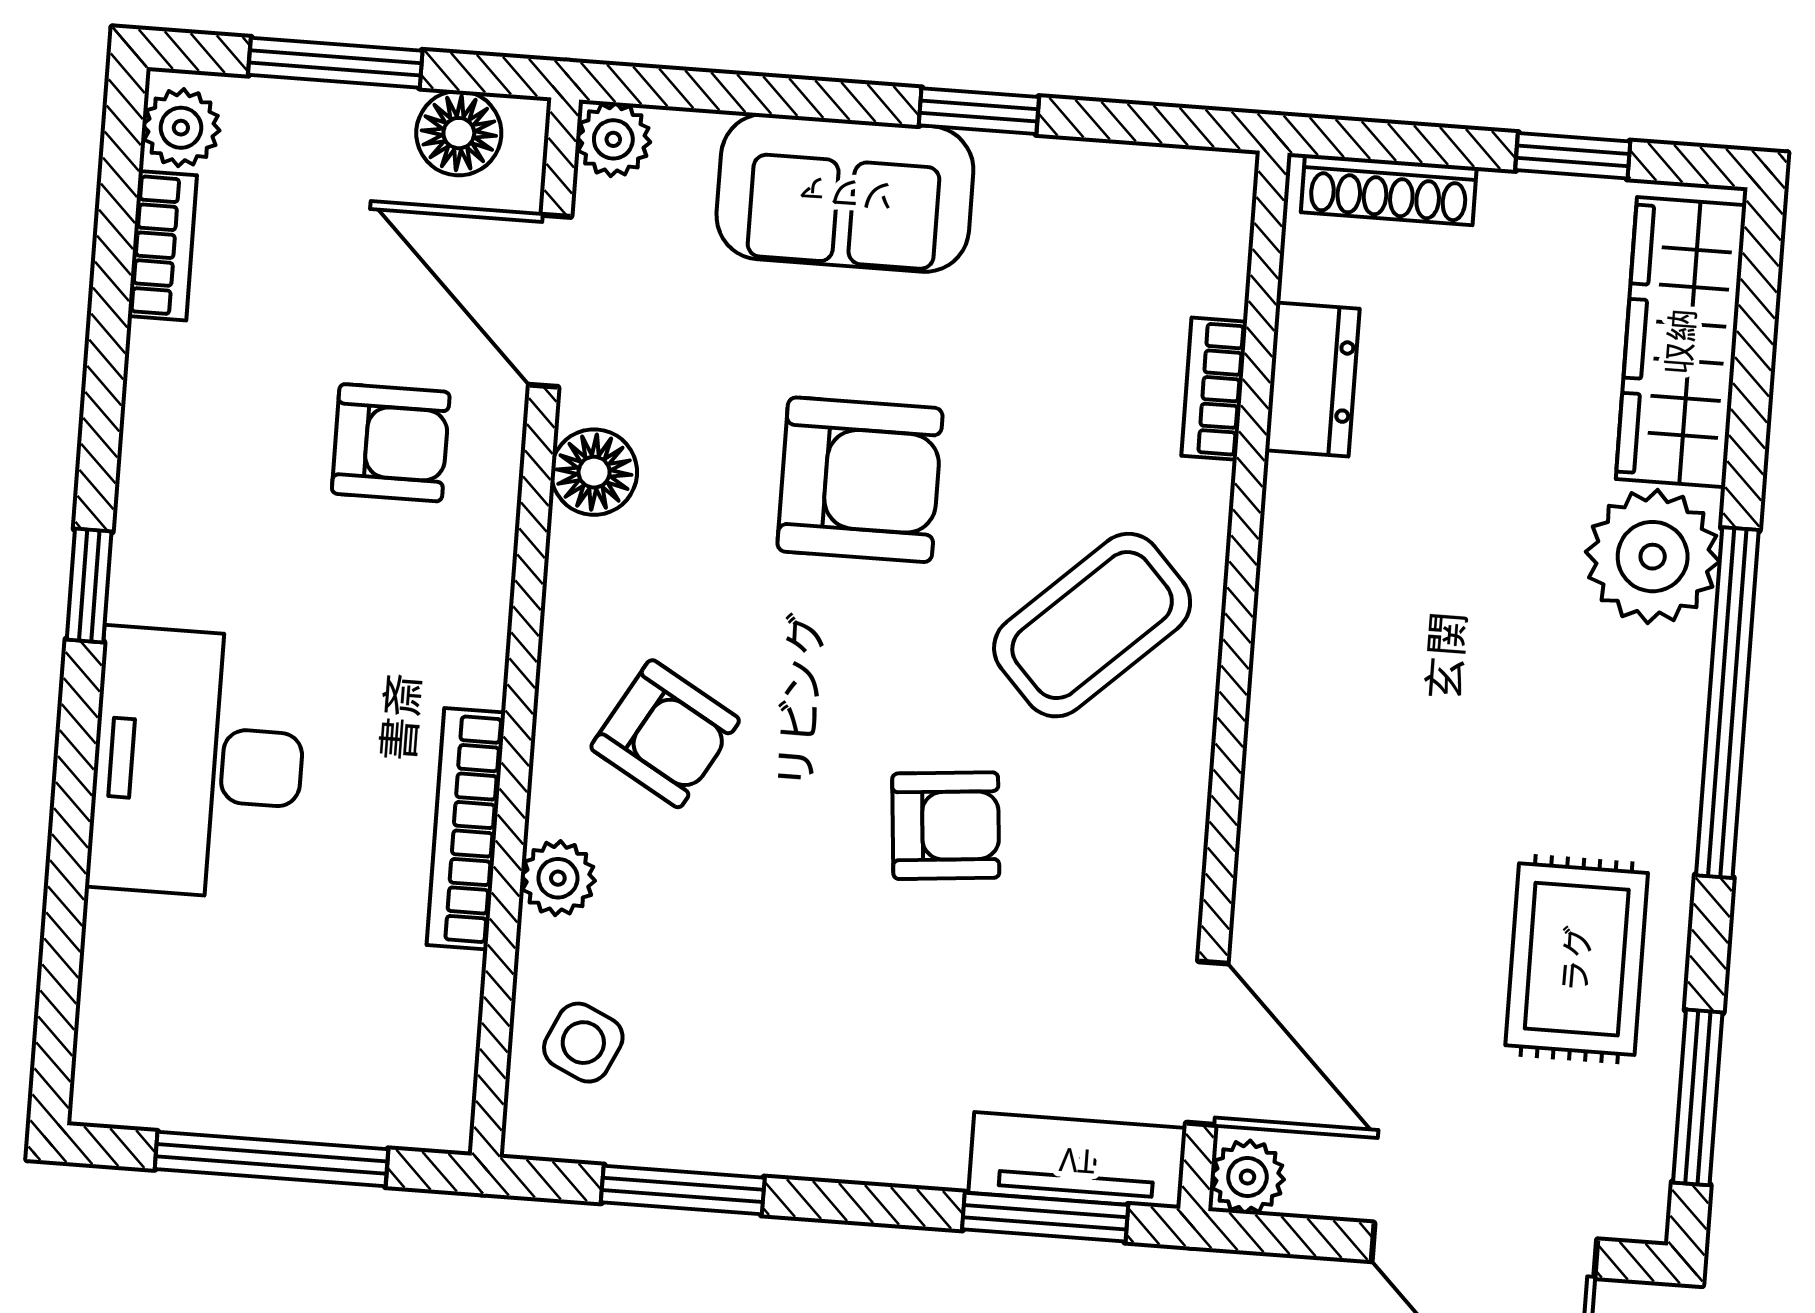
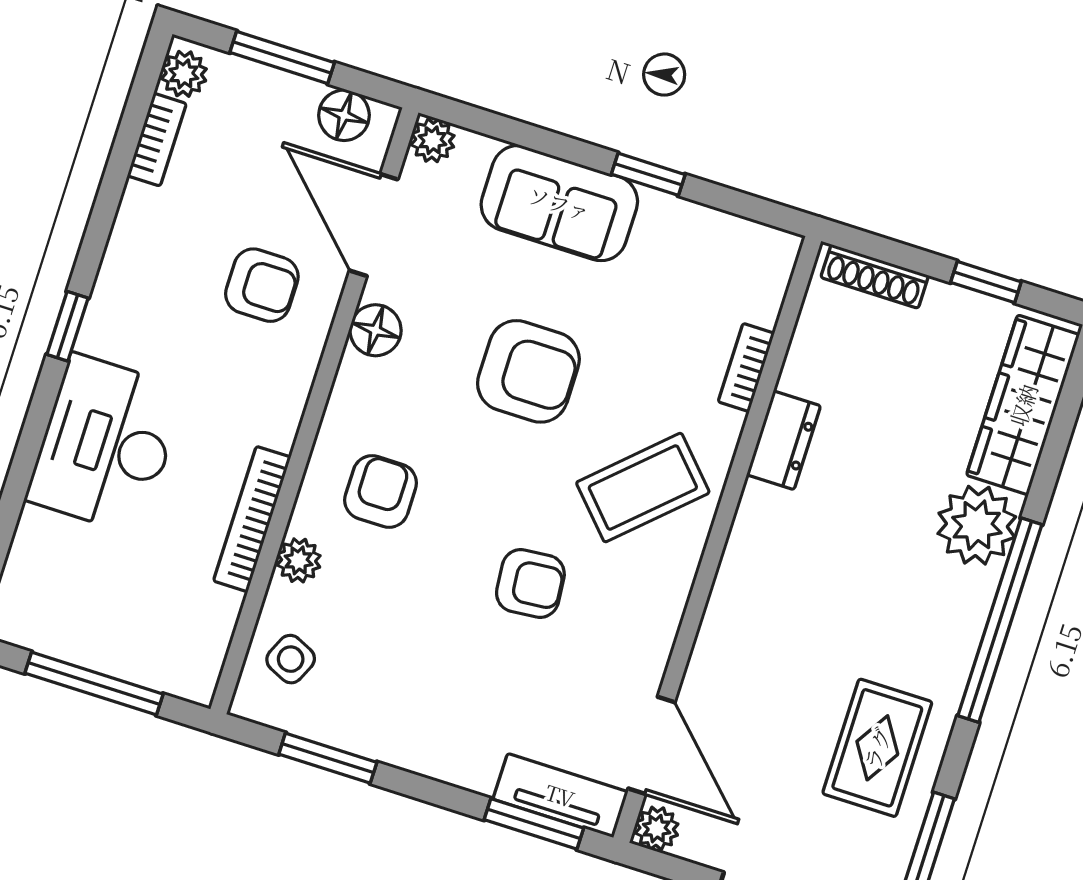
dresser: (1312, 380) -> (784, 440), moved
armchair: (665, 734) -> (381, 492), turned -120

